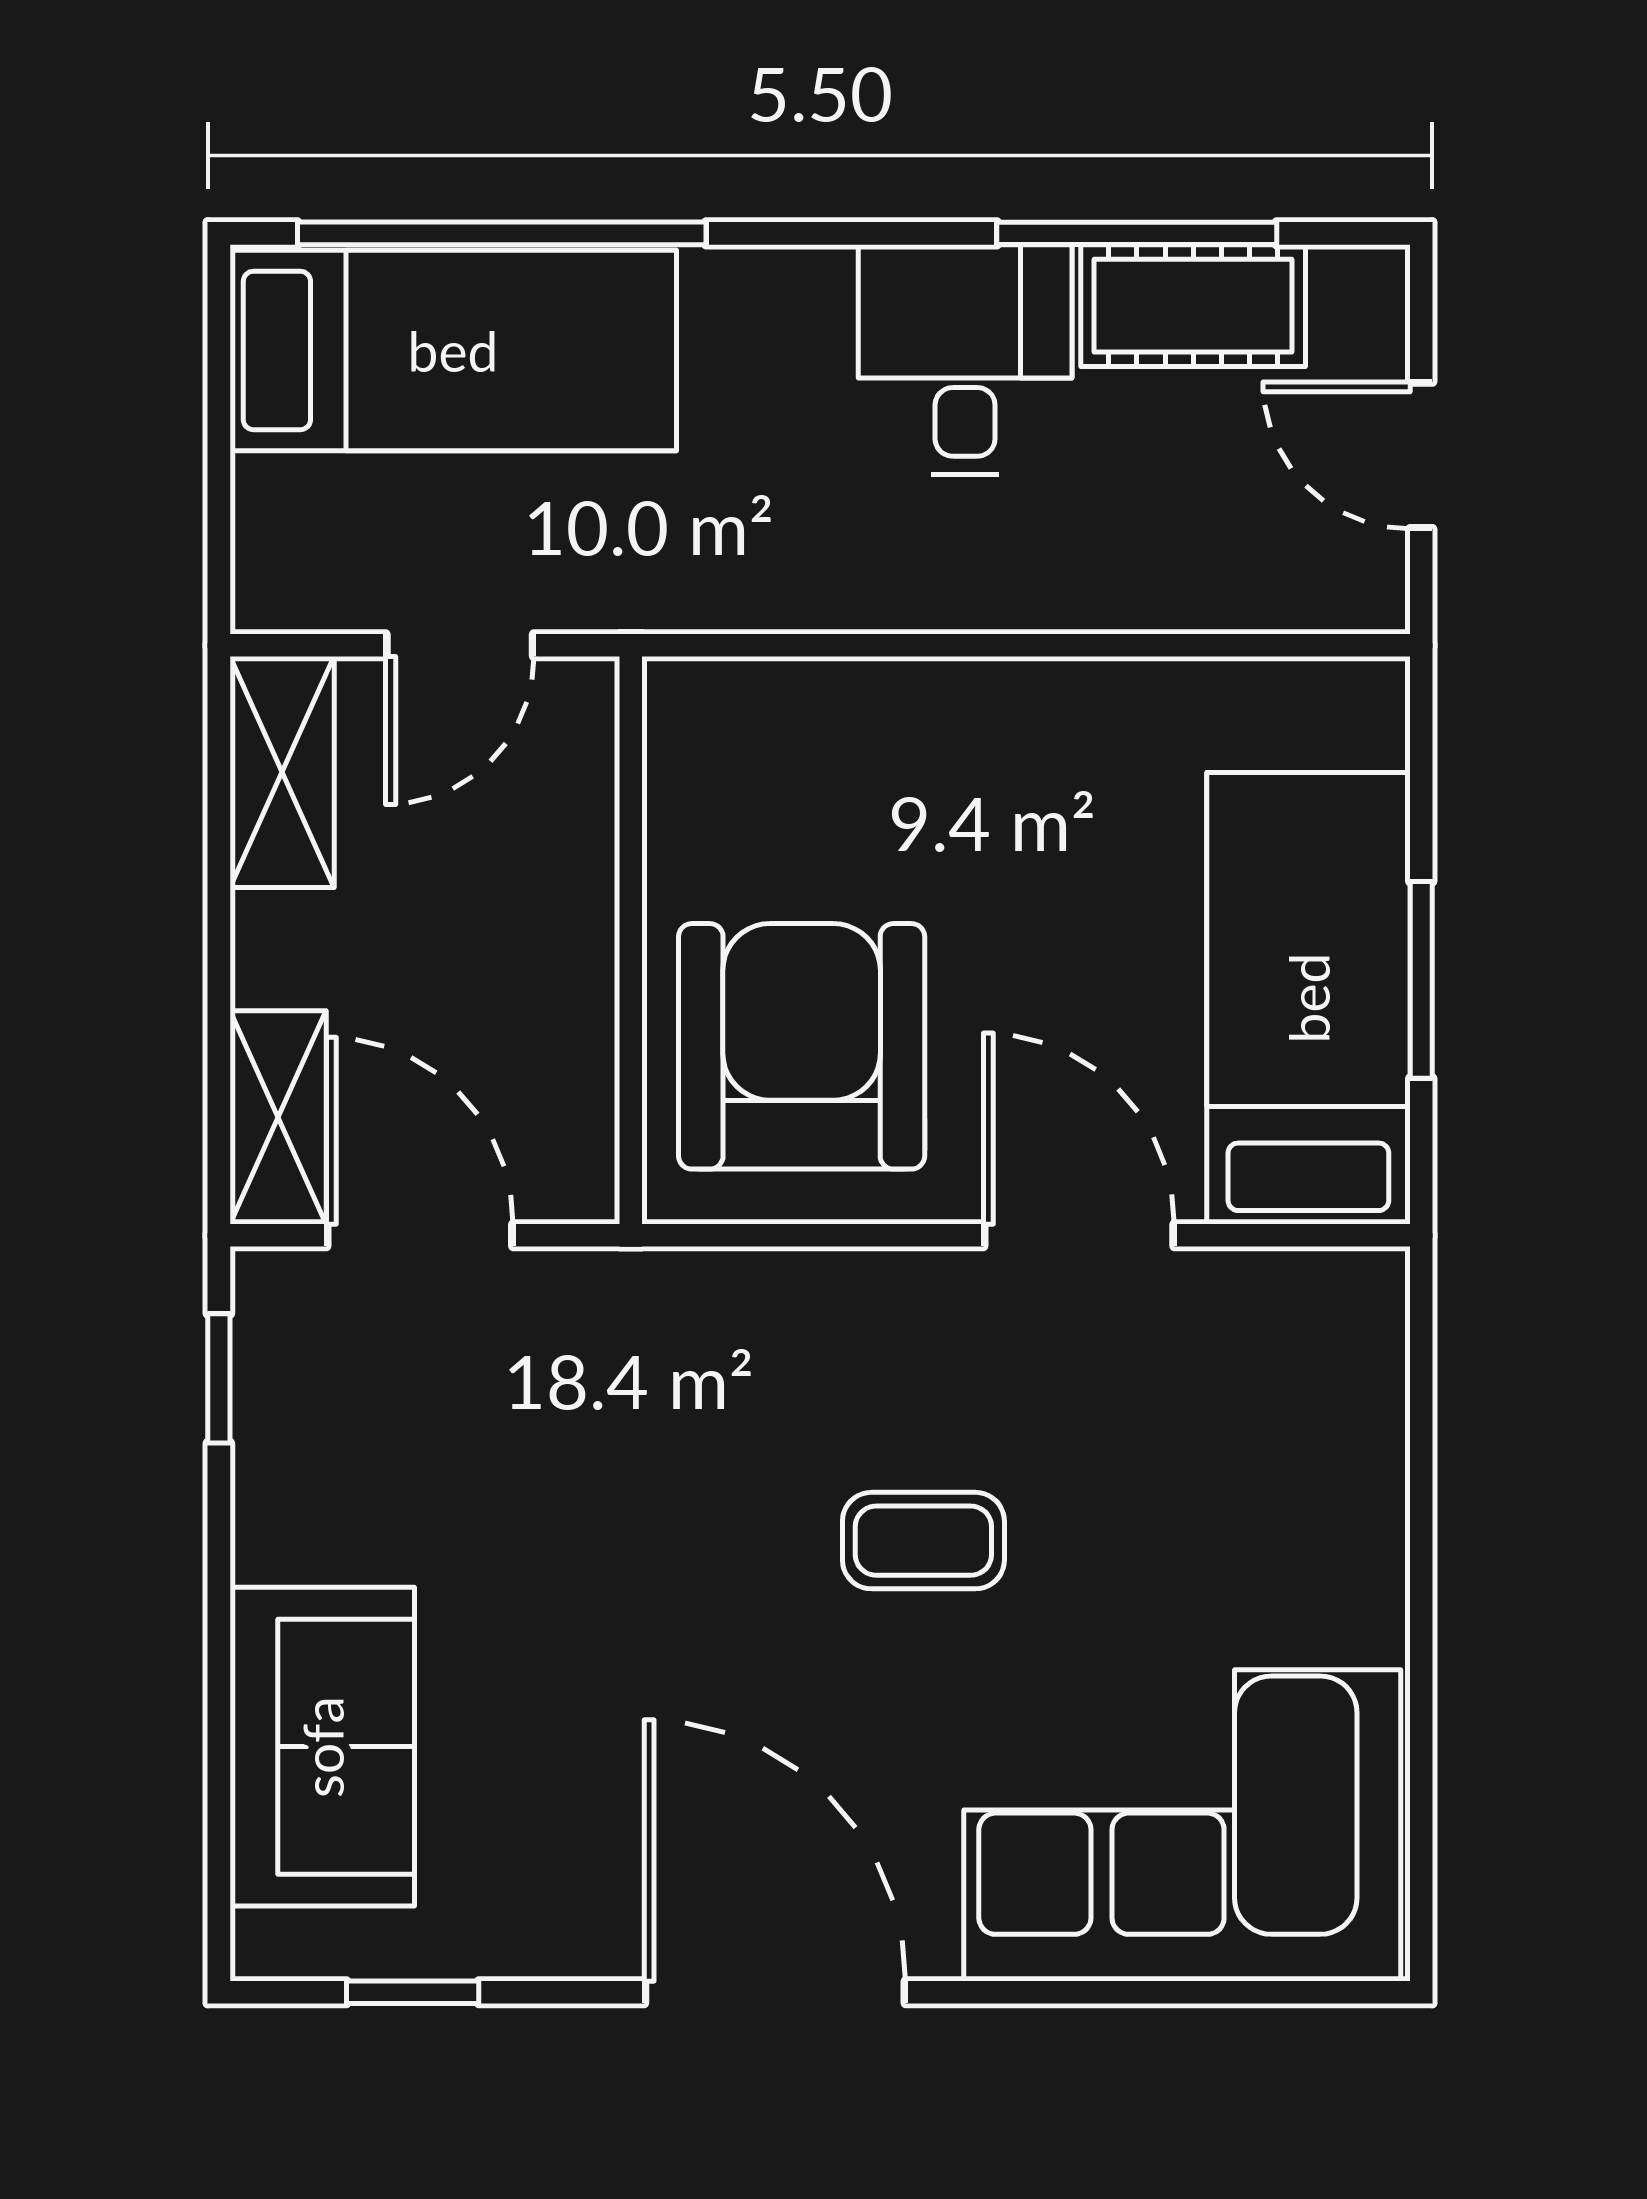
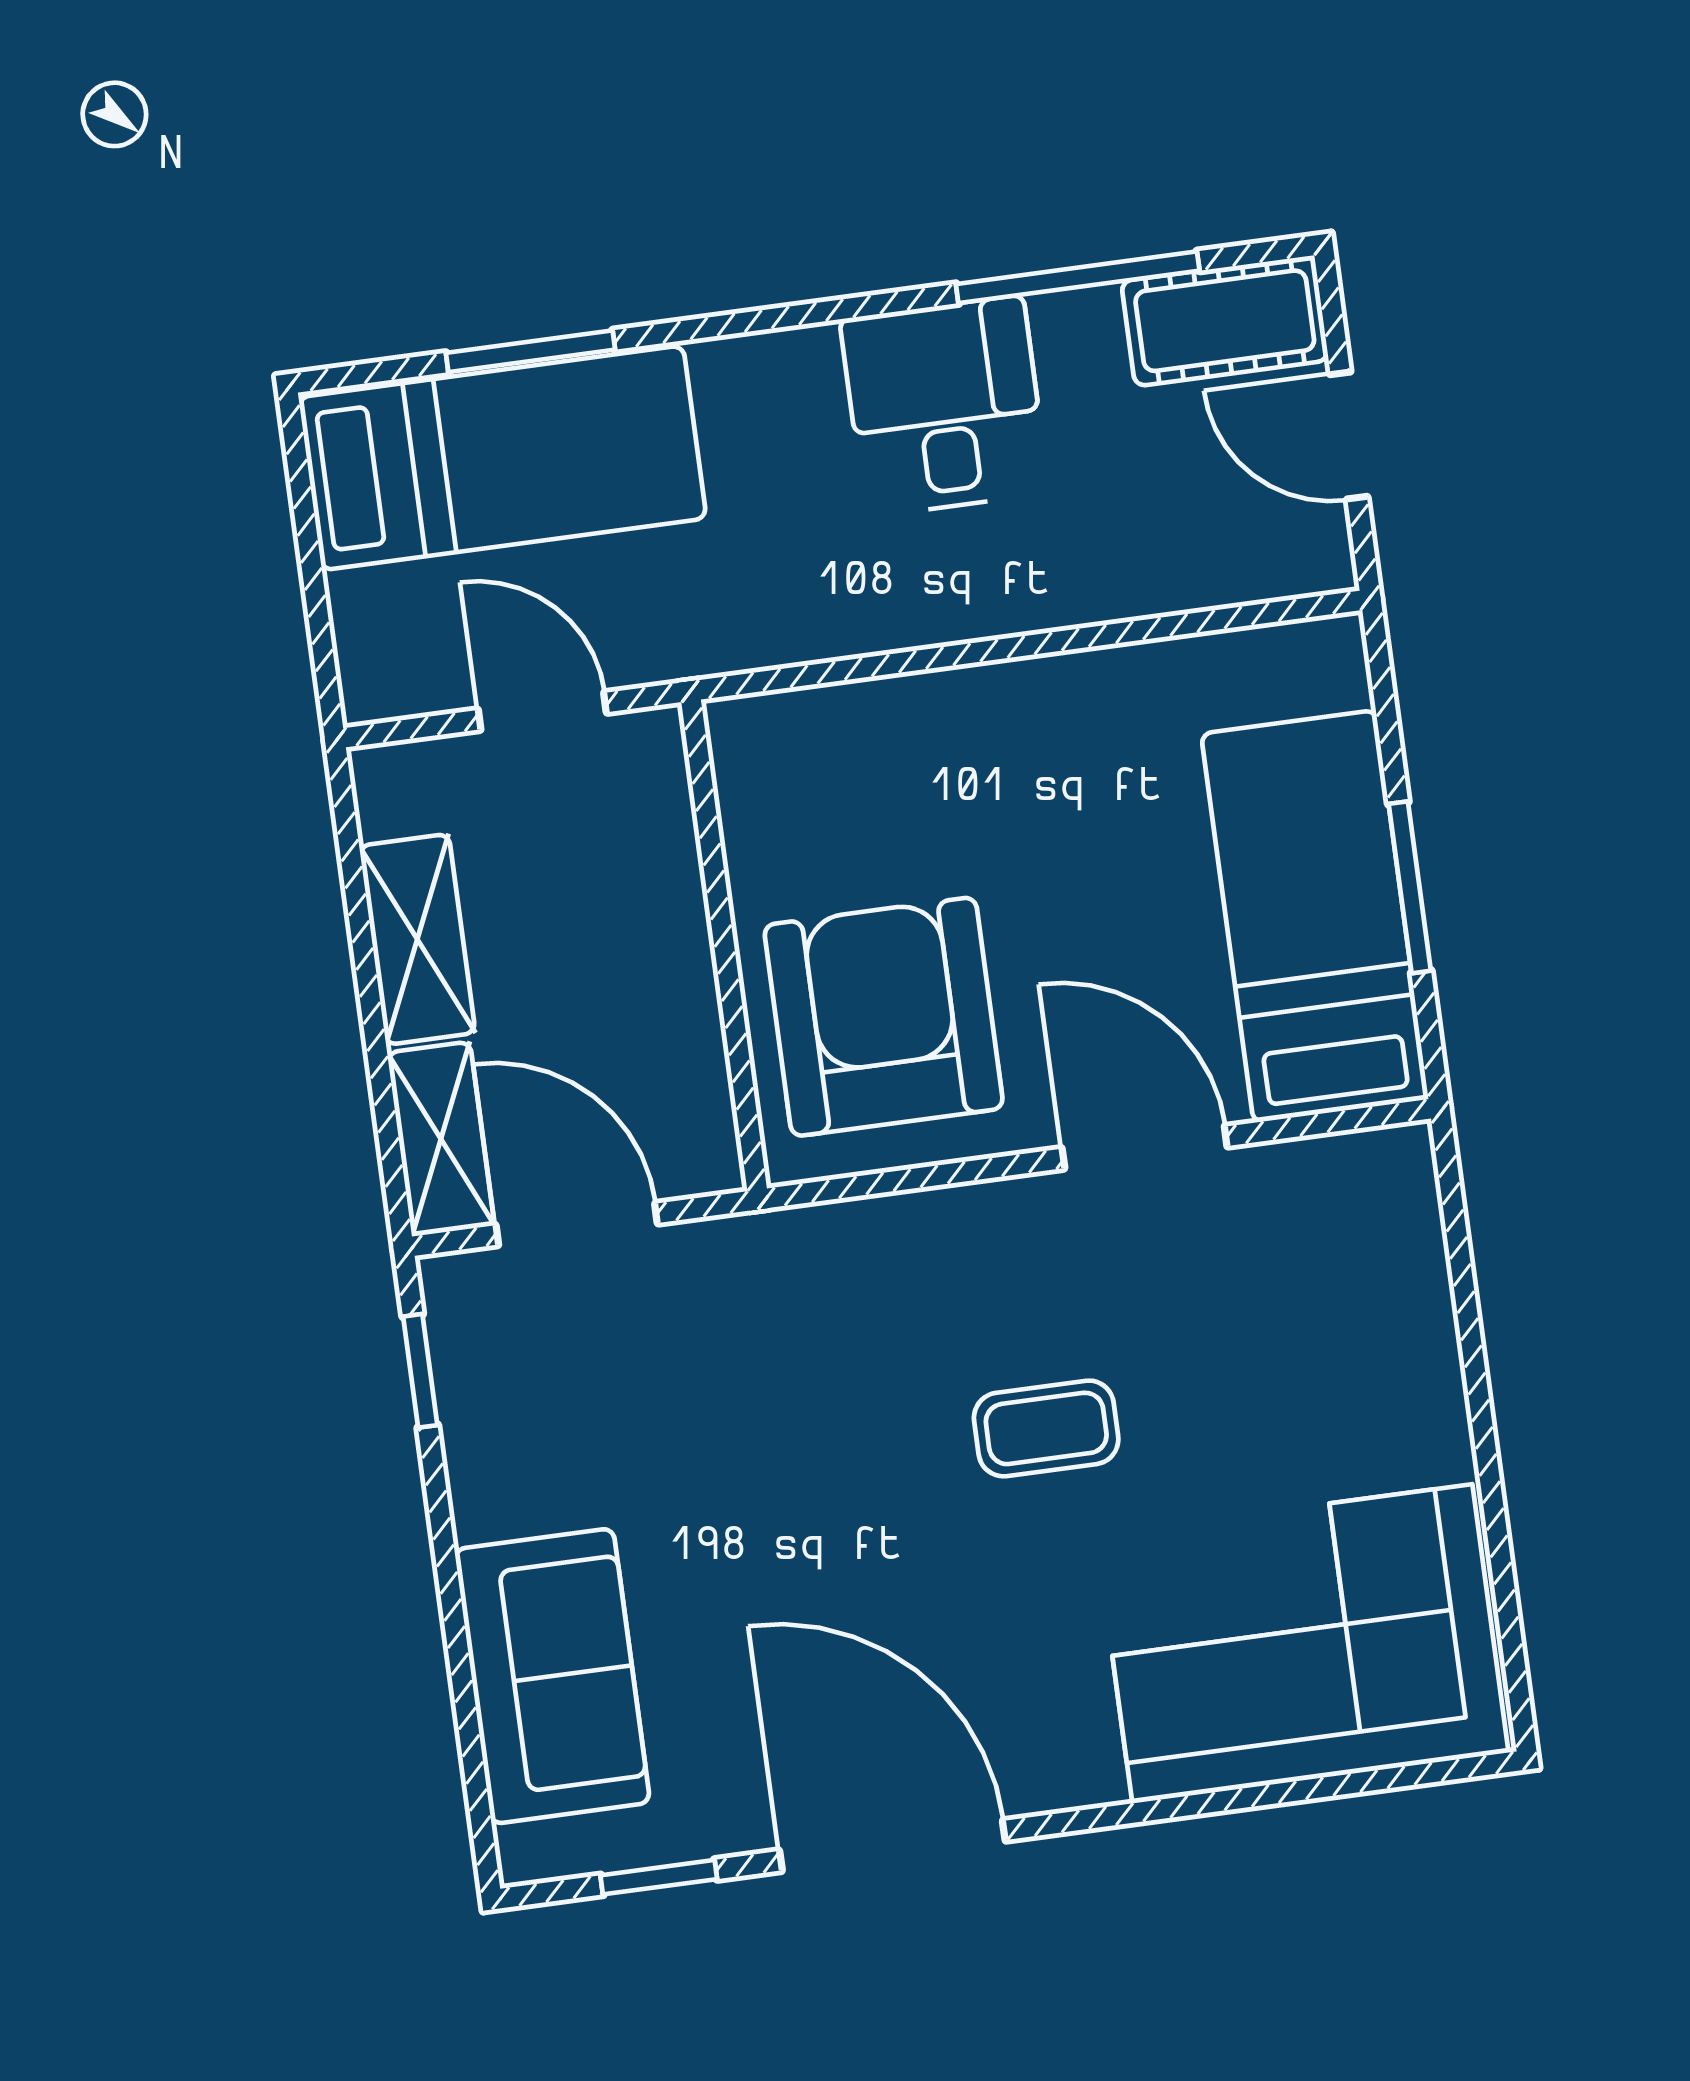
window: (502, 233) -> (531, 351), width x0.47
cot: (1193, 306) -> (1225, 321), moved
door: (460, 645) -> (542, 711), swing flipped
shelving: (282, 772) -> (417, 939), moved
door: (775, 1992) -> (892, 1846), moved

